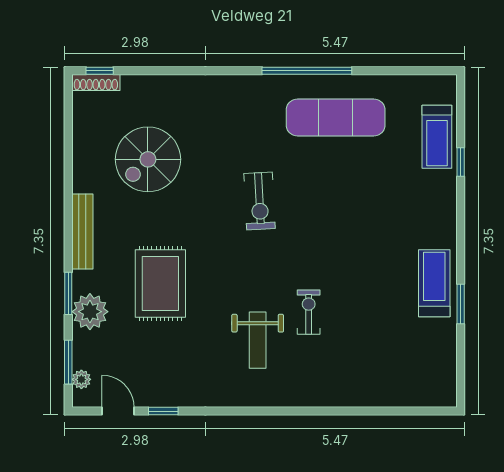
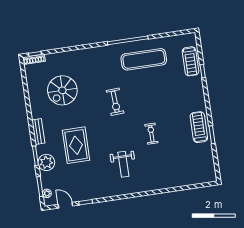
bench: (82, 231) -> (38, 131), width x0.73
exercise bike: (309, 312) -> (151, 134), moved

